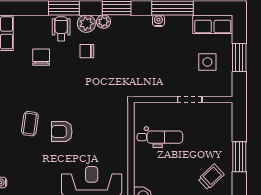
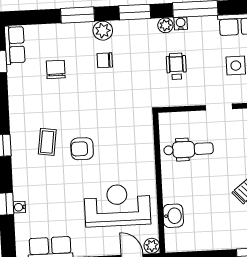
plant: (103, 22) -> (165, 25), moved
wheelchair: (61, 29) -> (176, 66), moved

